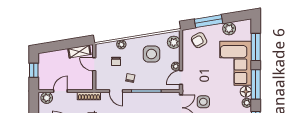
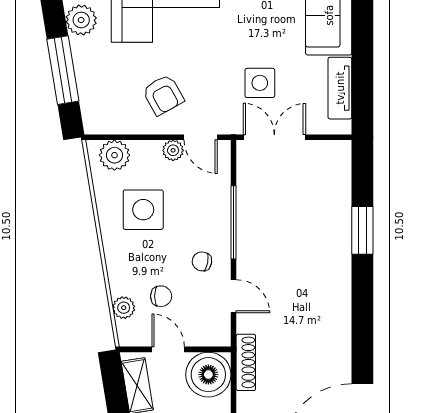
armchair: (199, 40) -> (163, 95), moved
plant: (121, 44) -> (124, 308), moved
door: (94, 64) -> (168, 349), swing flipped
boiler: (84, 81) -> (208, 375), added
door: (116, 91) -> (234, 296), hinge flipped

